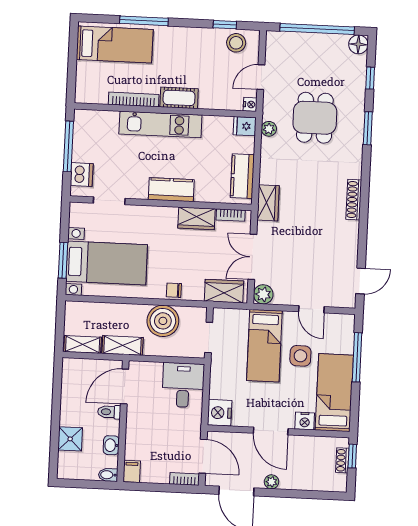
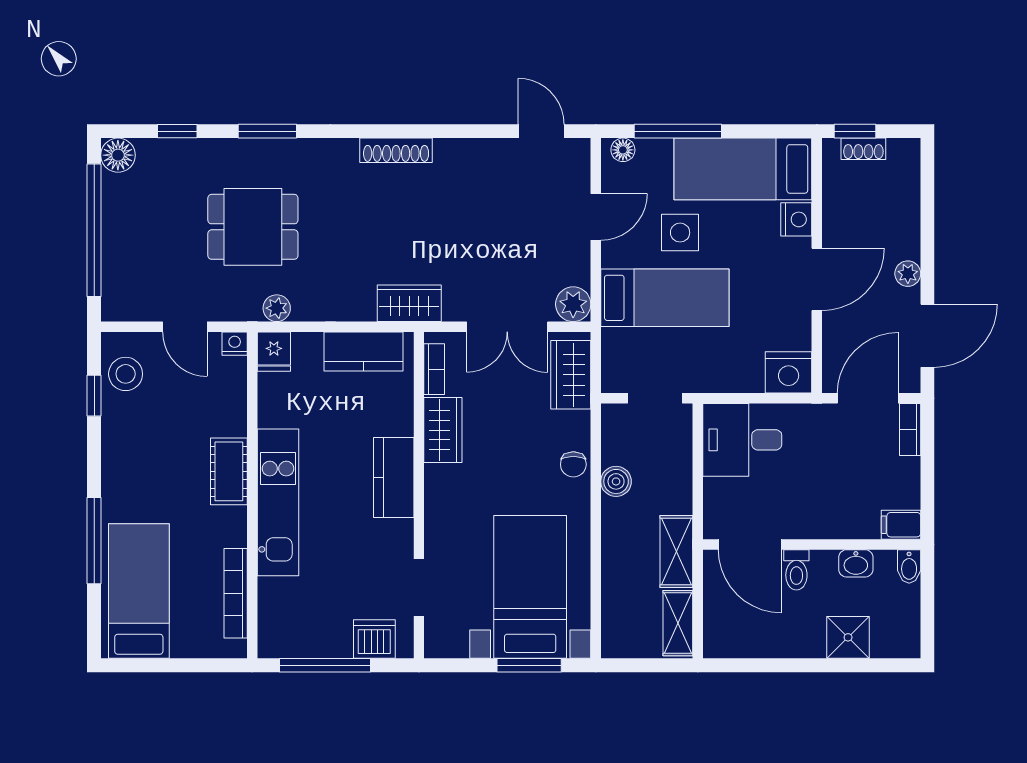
bookcase: (134, 99) -> (236, 593), moved
boiler: (163, 321) -> (616, 481), width x0.54, depth x0.54
floor lamp: (348, 326) -> (623, 150), added

